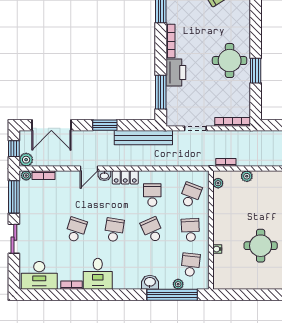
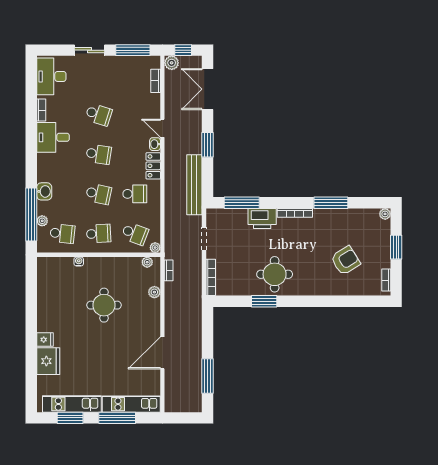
plant: (26, 175) -> (155, 248), moved
school desk: (152, 230) -> (99, 194), turned 36
round table: (261, 246) -> (104, 305), moved

